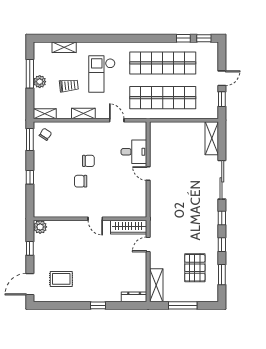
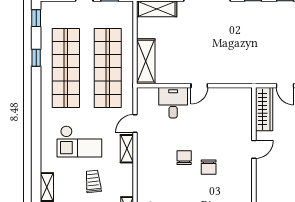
window: (183, 38) -> (36, 58), moved
shelving: (83, 113) -> (127, 149), moved
shelving: (168, 129) -> (146, 61), added

